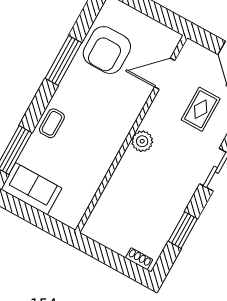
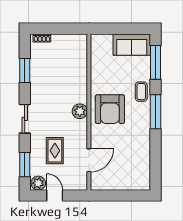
armchair: (107, 50) -> (110, 109), moved, turned 180
window: (63, 60) -> (156, 112), moved

